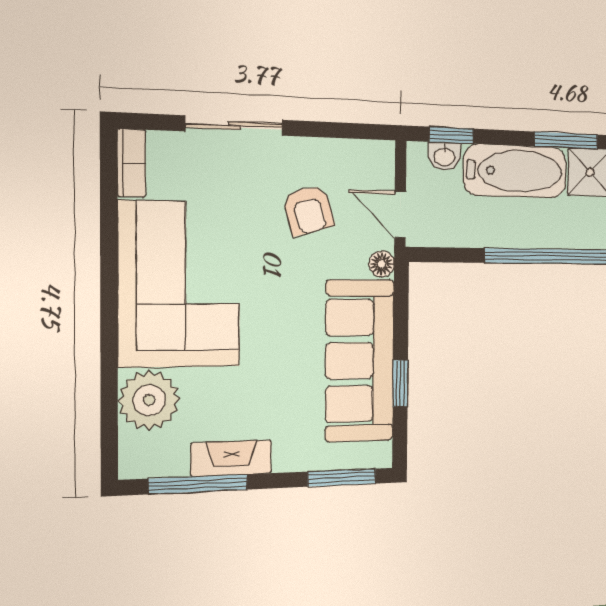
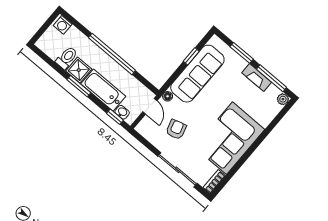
sliding door: (234, 126) -> (177, 170), width x1.37
plant: (149, 400) -> (283, 99), moved, width x0.53, depth x0.53
window: (342, 478) -> (242, 53), moved

